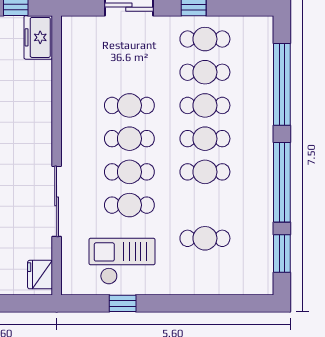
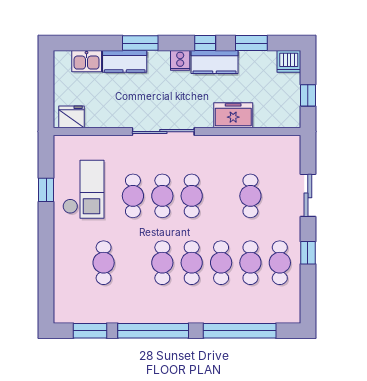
freezer: (38, 37) -> (233, 115), moved
cafe table: (129, 105) -> (250, 196), moved
sliding door: (57, 201) -> (163, 132), moved

